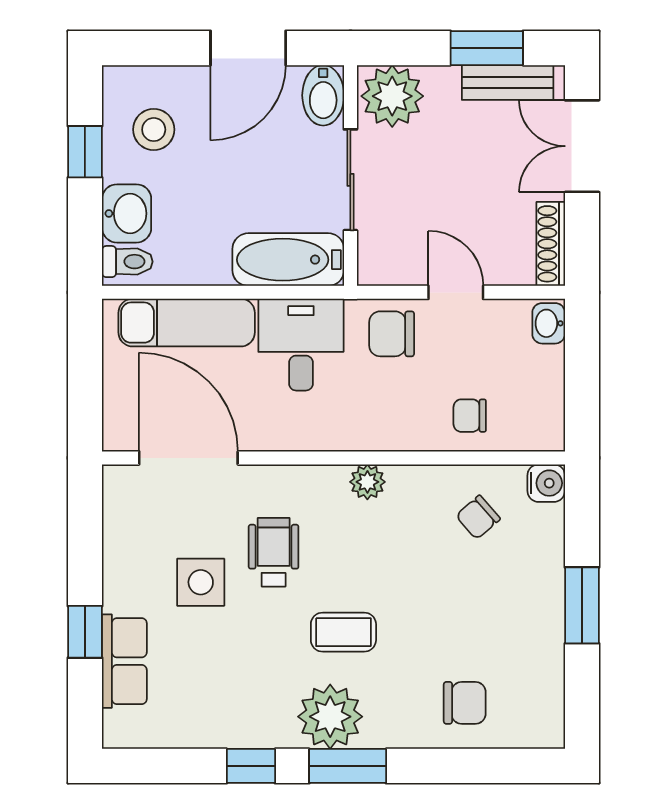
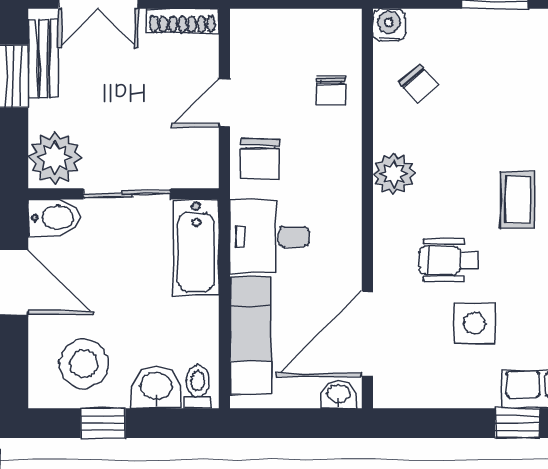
stool: (154, 130) -> (84, 364), width x1.38, depth x1.38
washbasin: (549, 323) -> (339, 394), moved, turned 180
plant: (367, 482) -> (394, 174), width x1.38, depth x1.38

